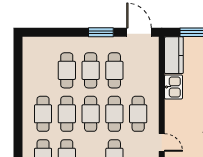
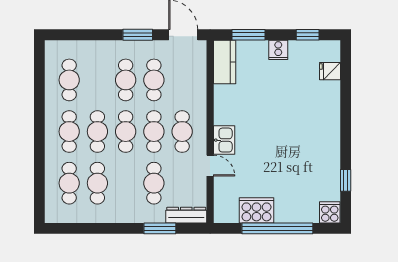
cafe table: (67, 70) -> (69, 80), moved
kitchen sink: (174, 87) -> (224, 140), moved

